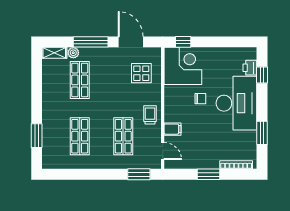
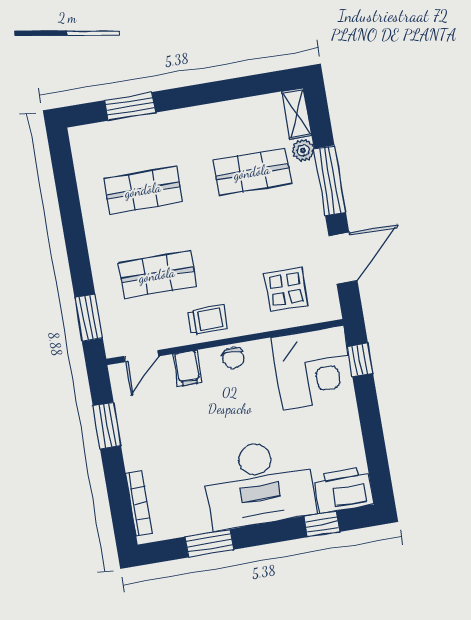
printer: (250, 68) -> (344, 490), width x1.87, depth x1.48
chair: (200, 99) -> (233, 358), moved
window: (209, 174) -> (107, 426), moved

